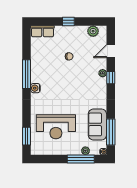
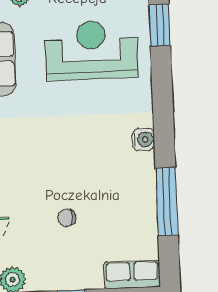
window: (27, 74) -> (167, 202), moved

